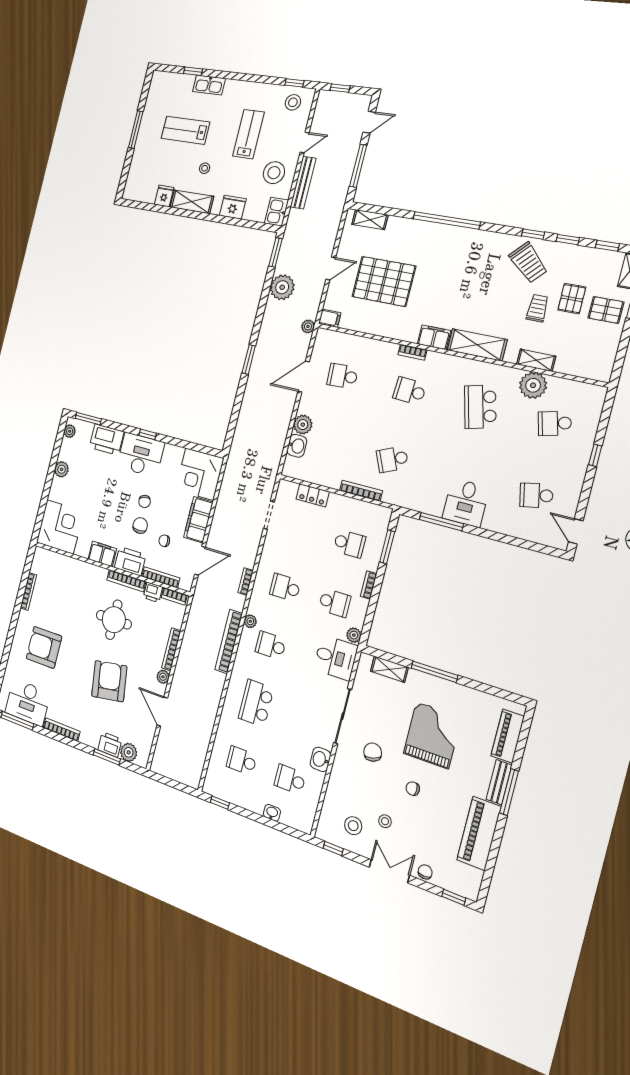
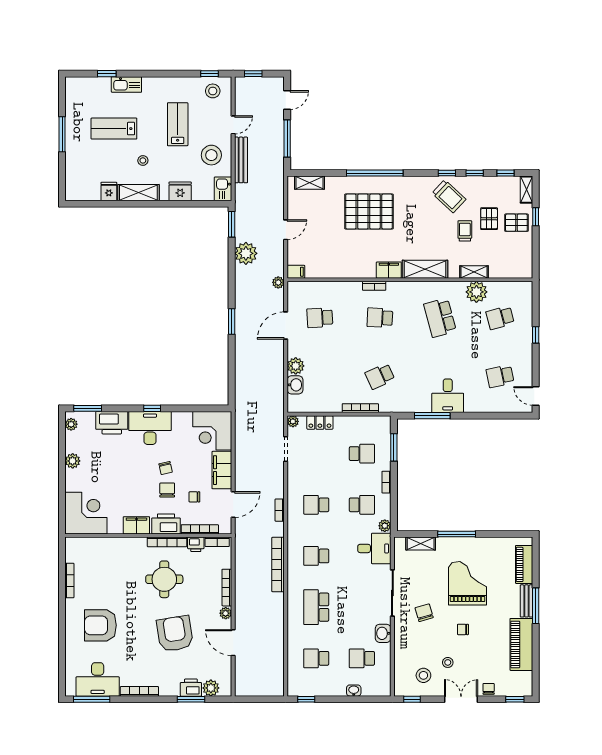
pallet: (384, 281) -> (369, 212), moved
plant: (250, 621) -> (293, 421), moved

